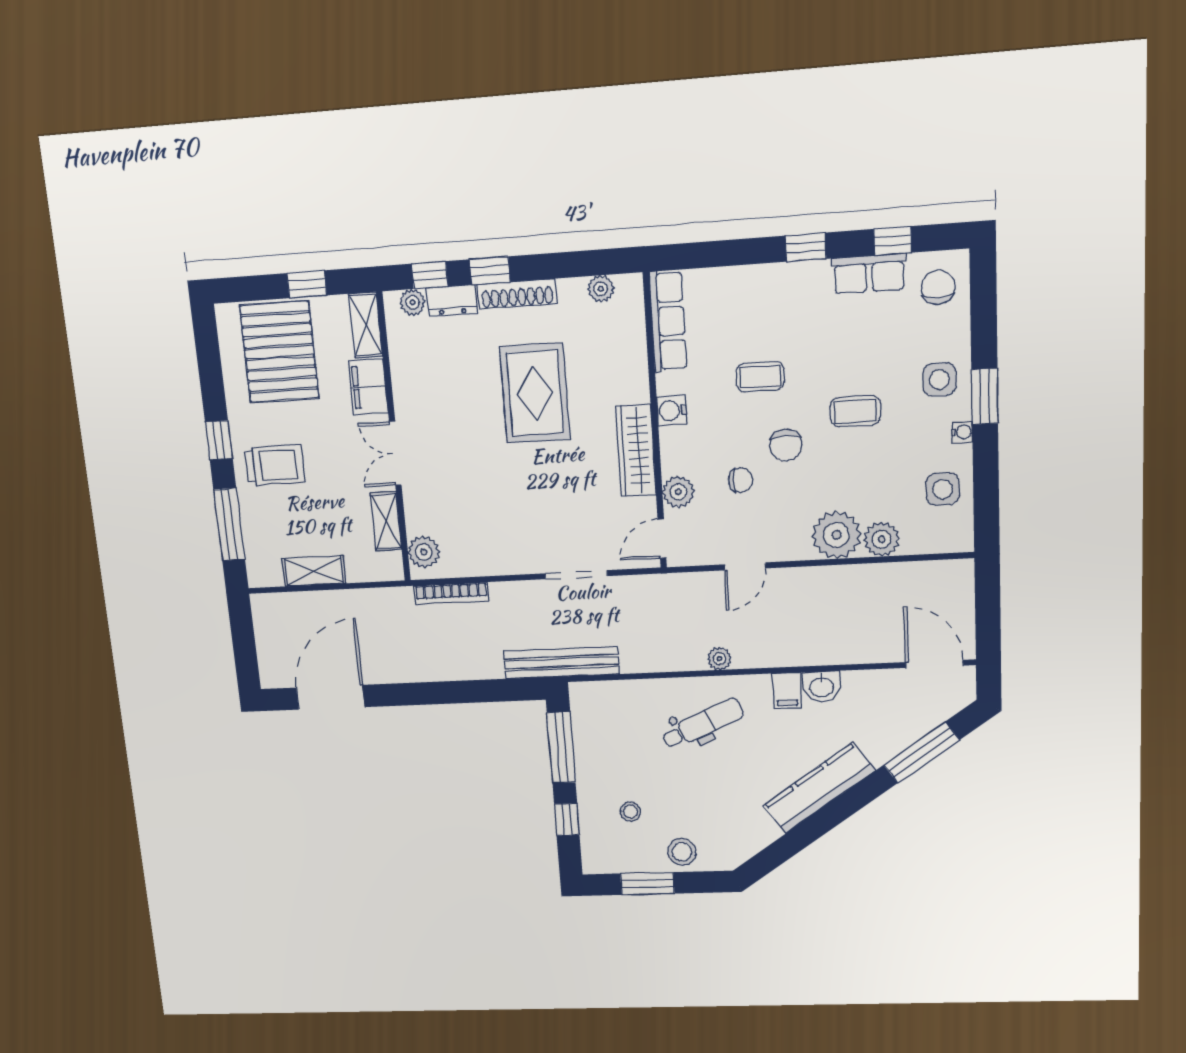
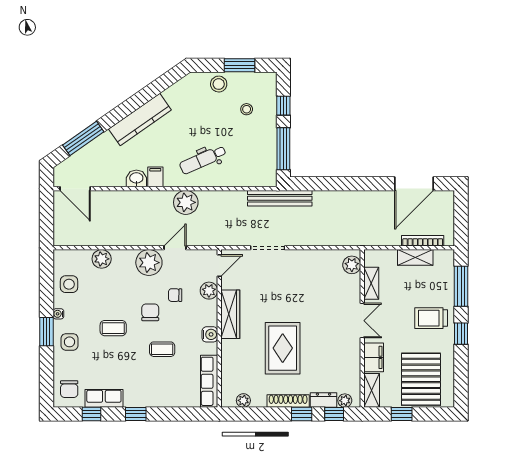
plant: (836, 535) -> (149, 263), moved
bookcase: (451, 593) -> (423, 241), moved
plant: (720, 659) -> (186, 202), width x1.88, depth x1.88

